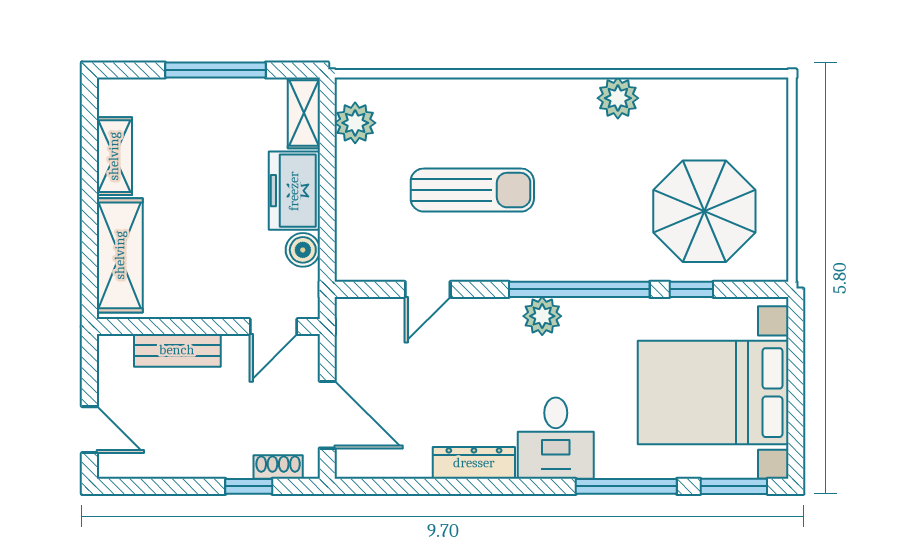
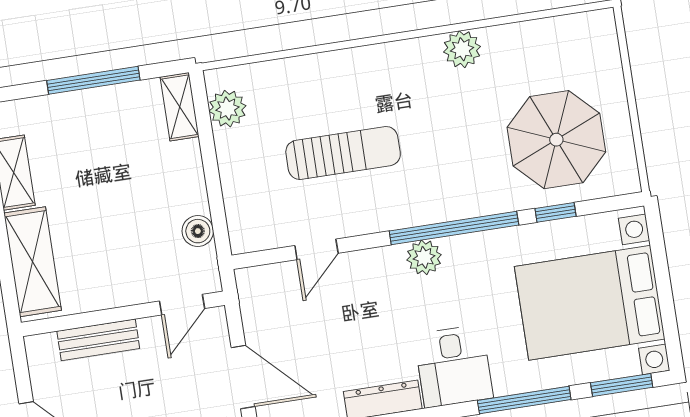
freezer: (294, 191) -> (182, 179), removed

